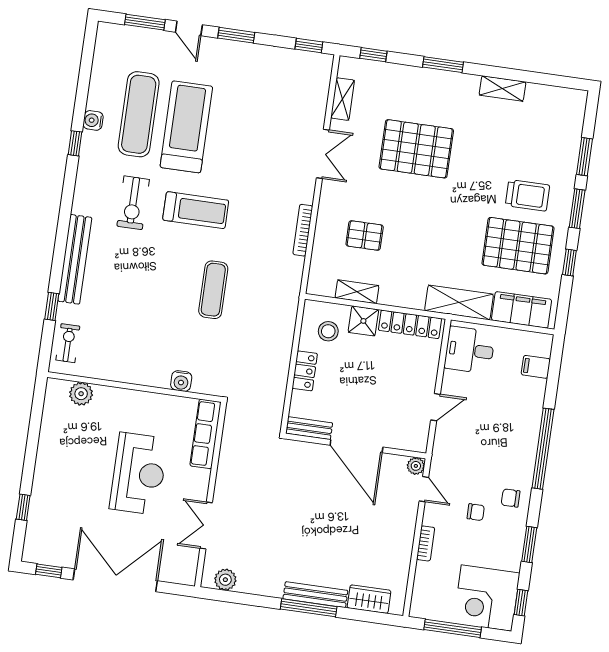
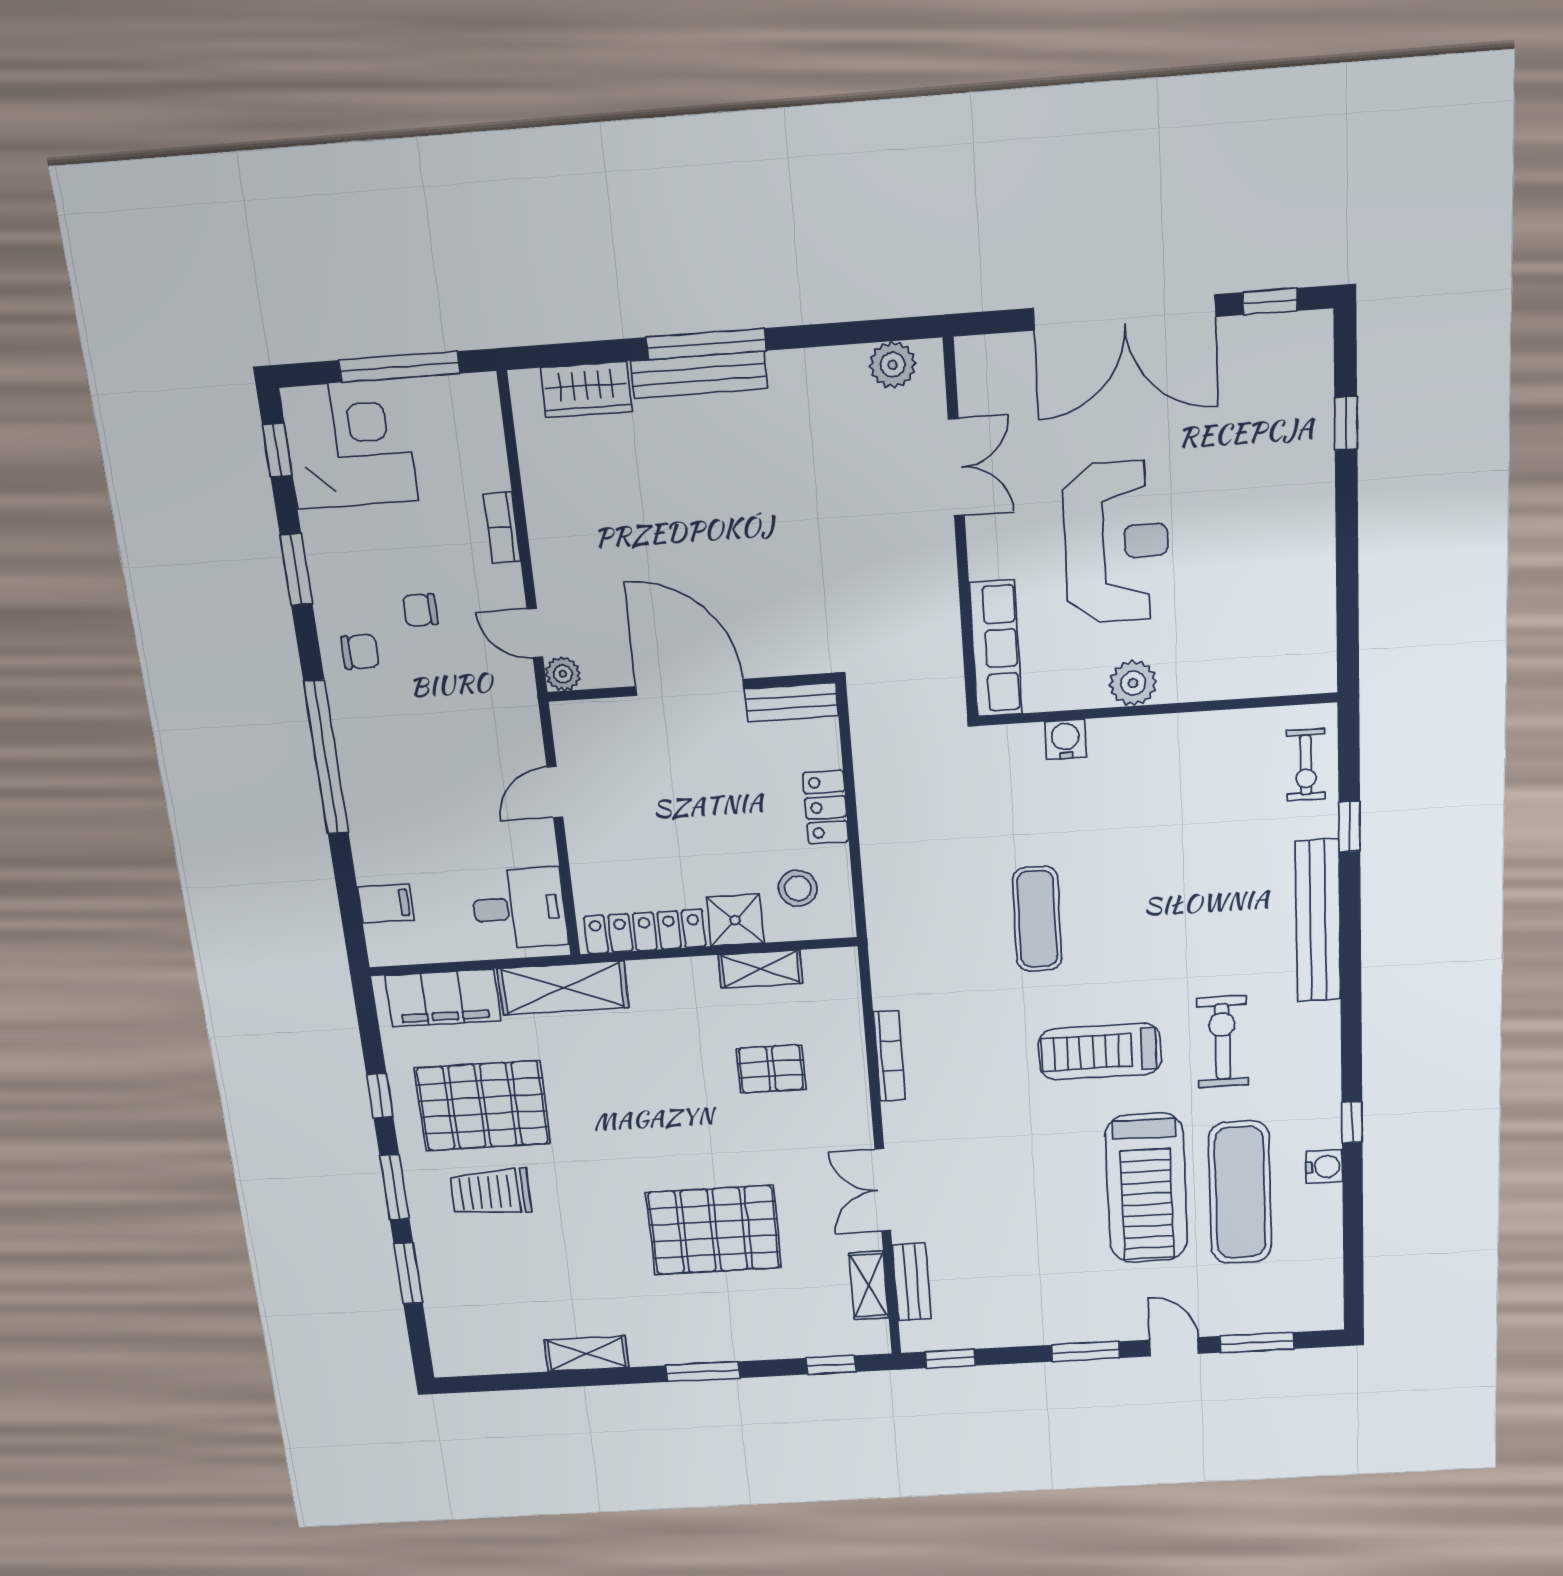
bench: (319, 96) -> (912, 1282), added
plant: (81, 394) -> (1133, 683), moved
reception desk: (139, 474) -> (1116, 542), turned 180

